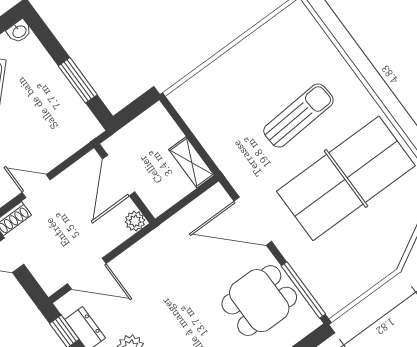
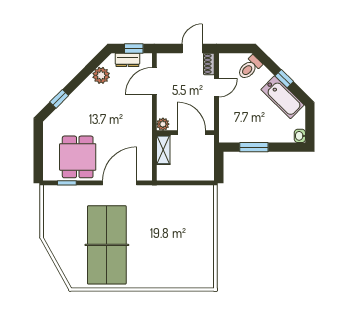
sun lounger: (298, 116) -> (156, 244), removed
shelving: (192, 162) -> (163, 150), moved, turned 90
window: (303, 290) -> (67, 183), width x0.46

